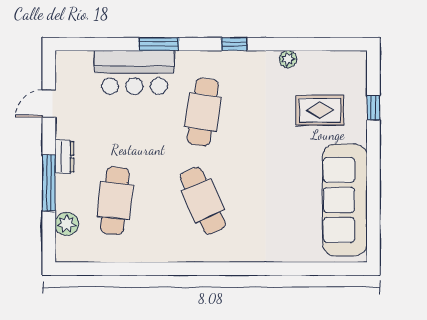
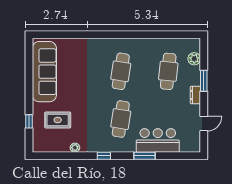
window: (49, 183) -> (204, 81), width x0.69
cafe table: (203, 201) -> (121, 71), turned 33

